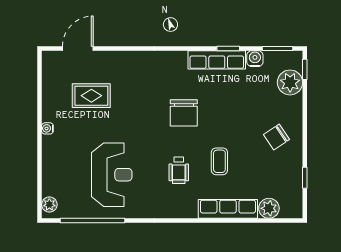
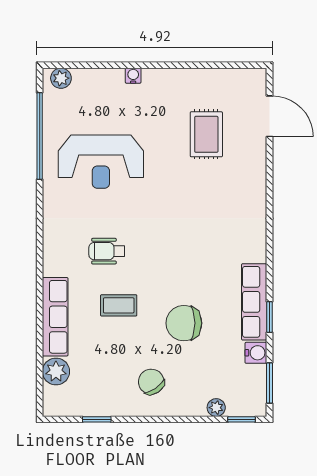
plant: (290, 82) -> (216, 408), width x0.53, depth x0.53
chair: (184, 113) -> (184, 323), moved
water cooler: (47, 128) -> (133, 76), moved

